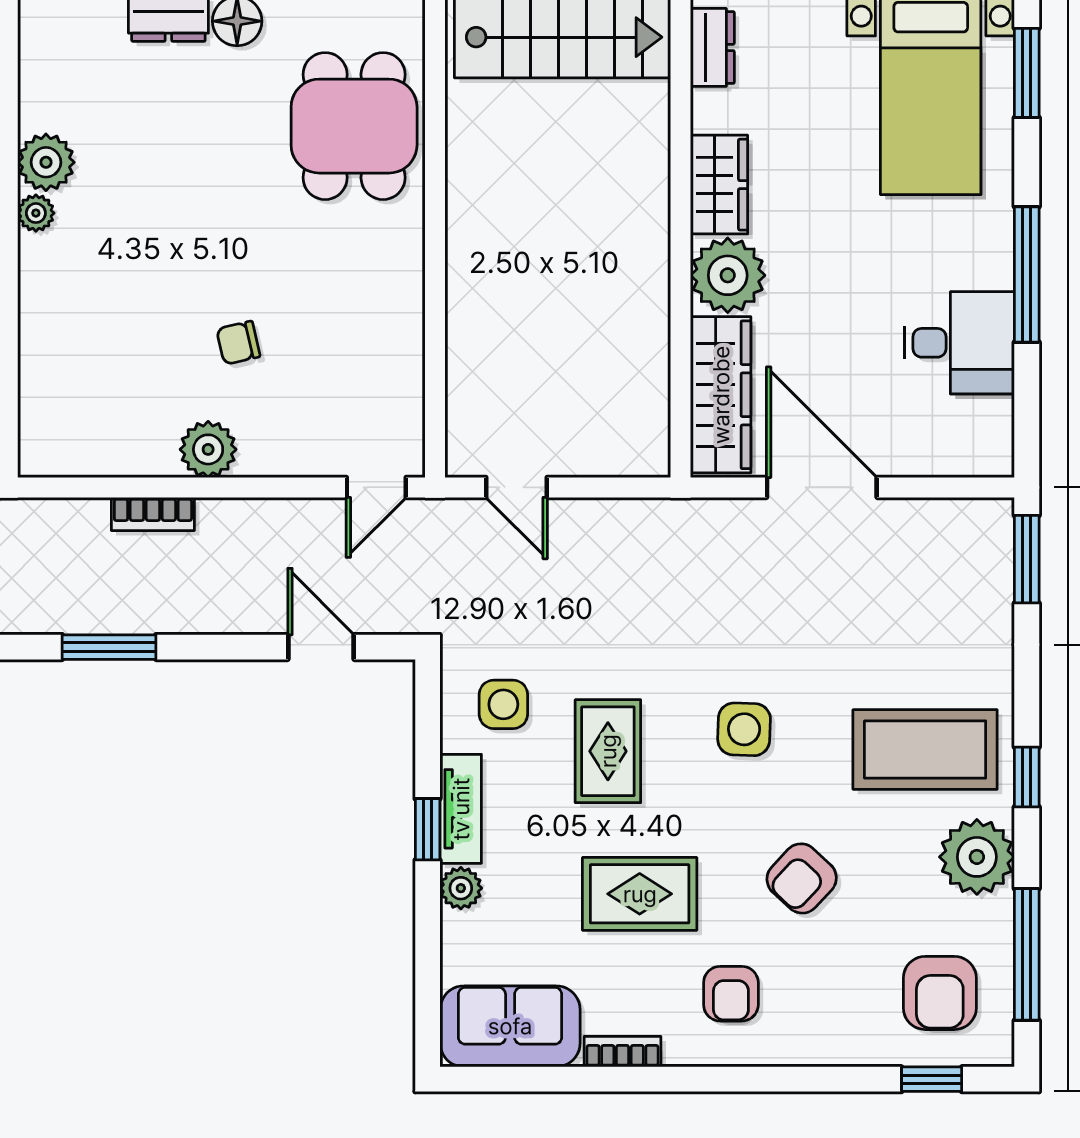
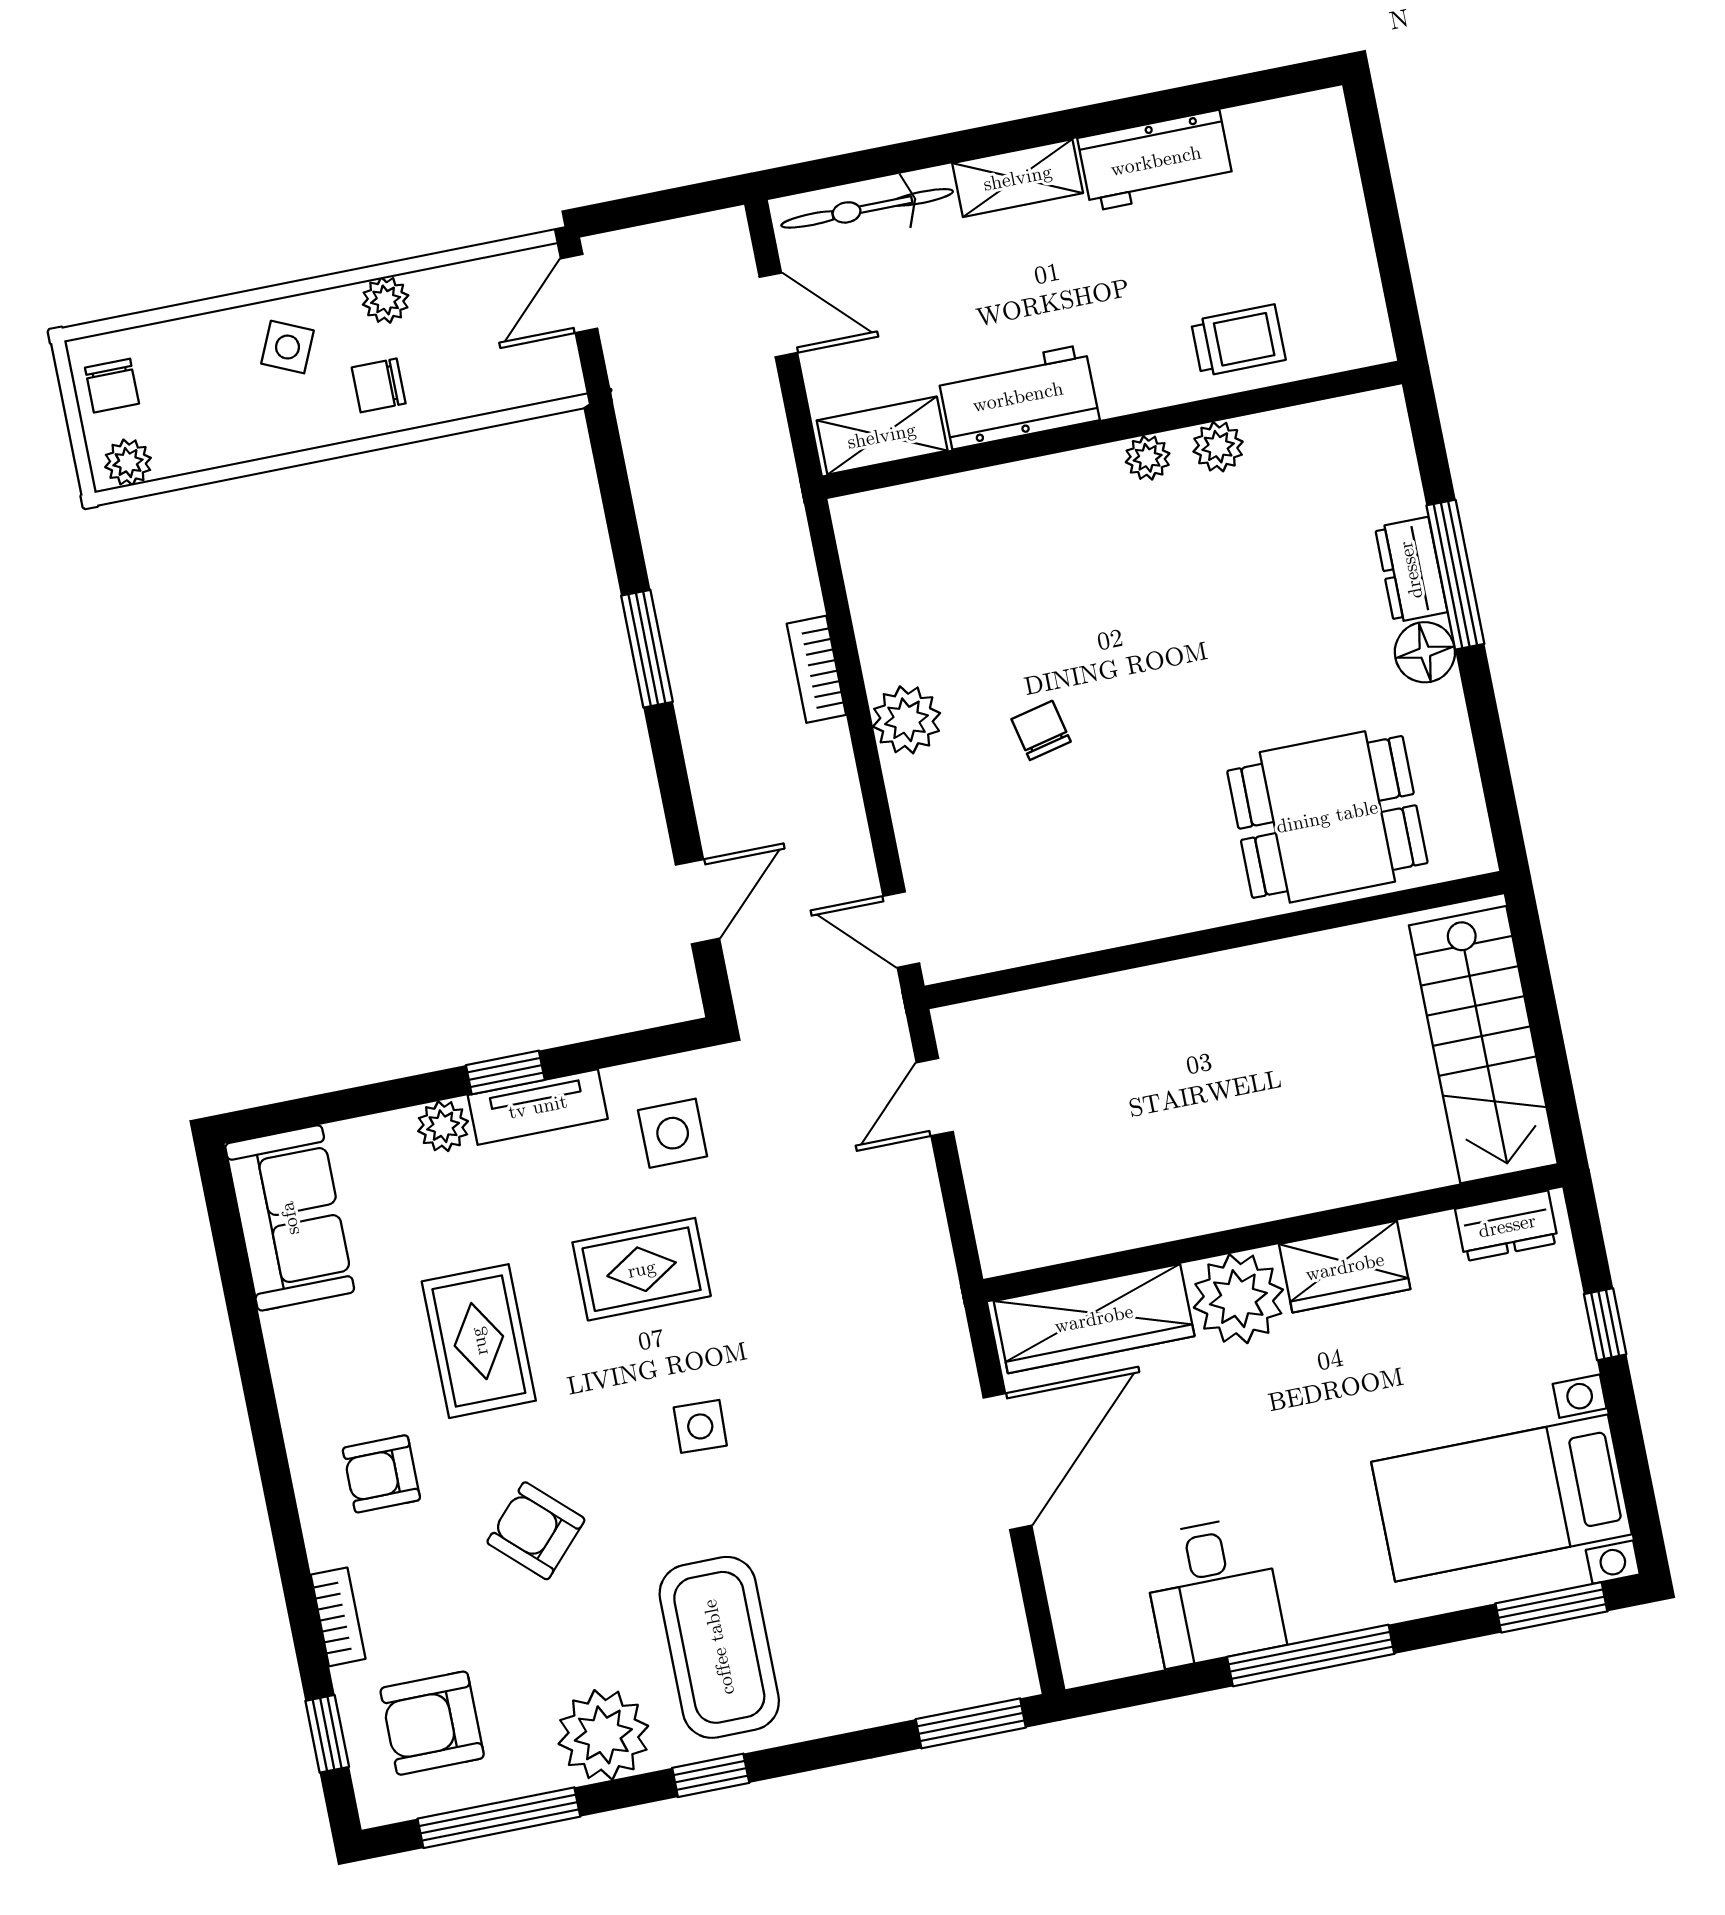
plant: (46, 162) -> (1218, 447), width x0.73, depth x0.73
side table: (744, 729) -> (700, 1426), width x0.73, depth x0.73
bookcase: (623, 1052) -> (338, 1617), moved

